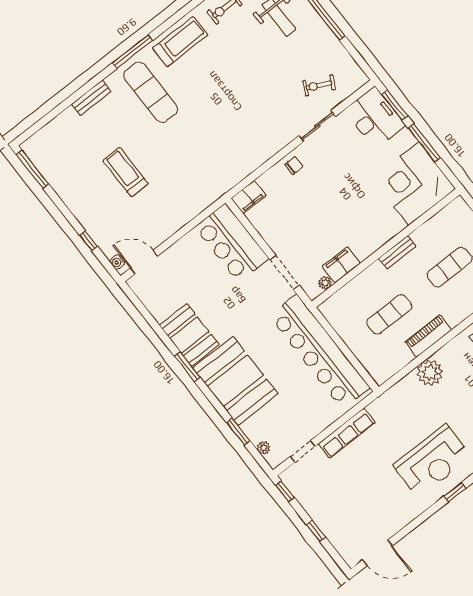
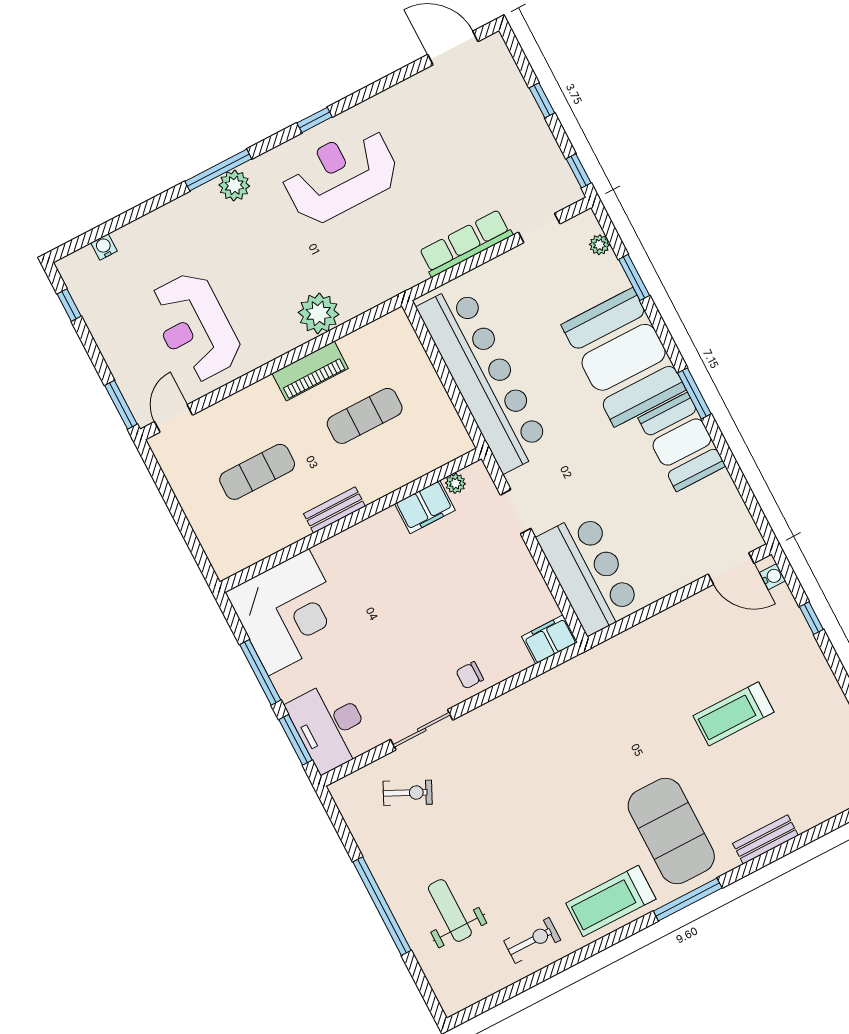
exercise mat: (151, 92) -> (671, 831), width x1.47
treadmill: (126, 172) -> (734, 714), turned 90
doorway: (284, 272) -> (516, 512), width x0.73

